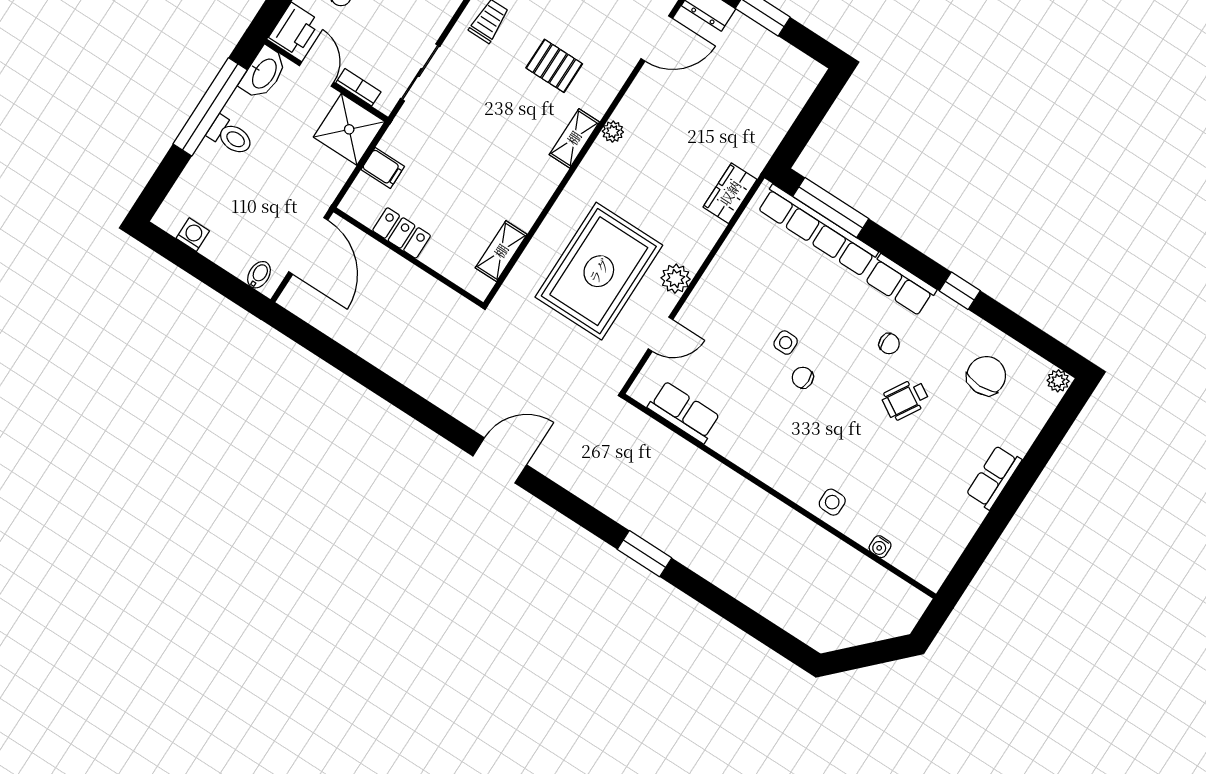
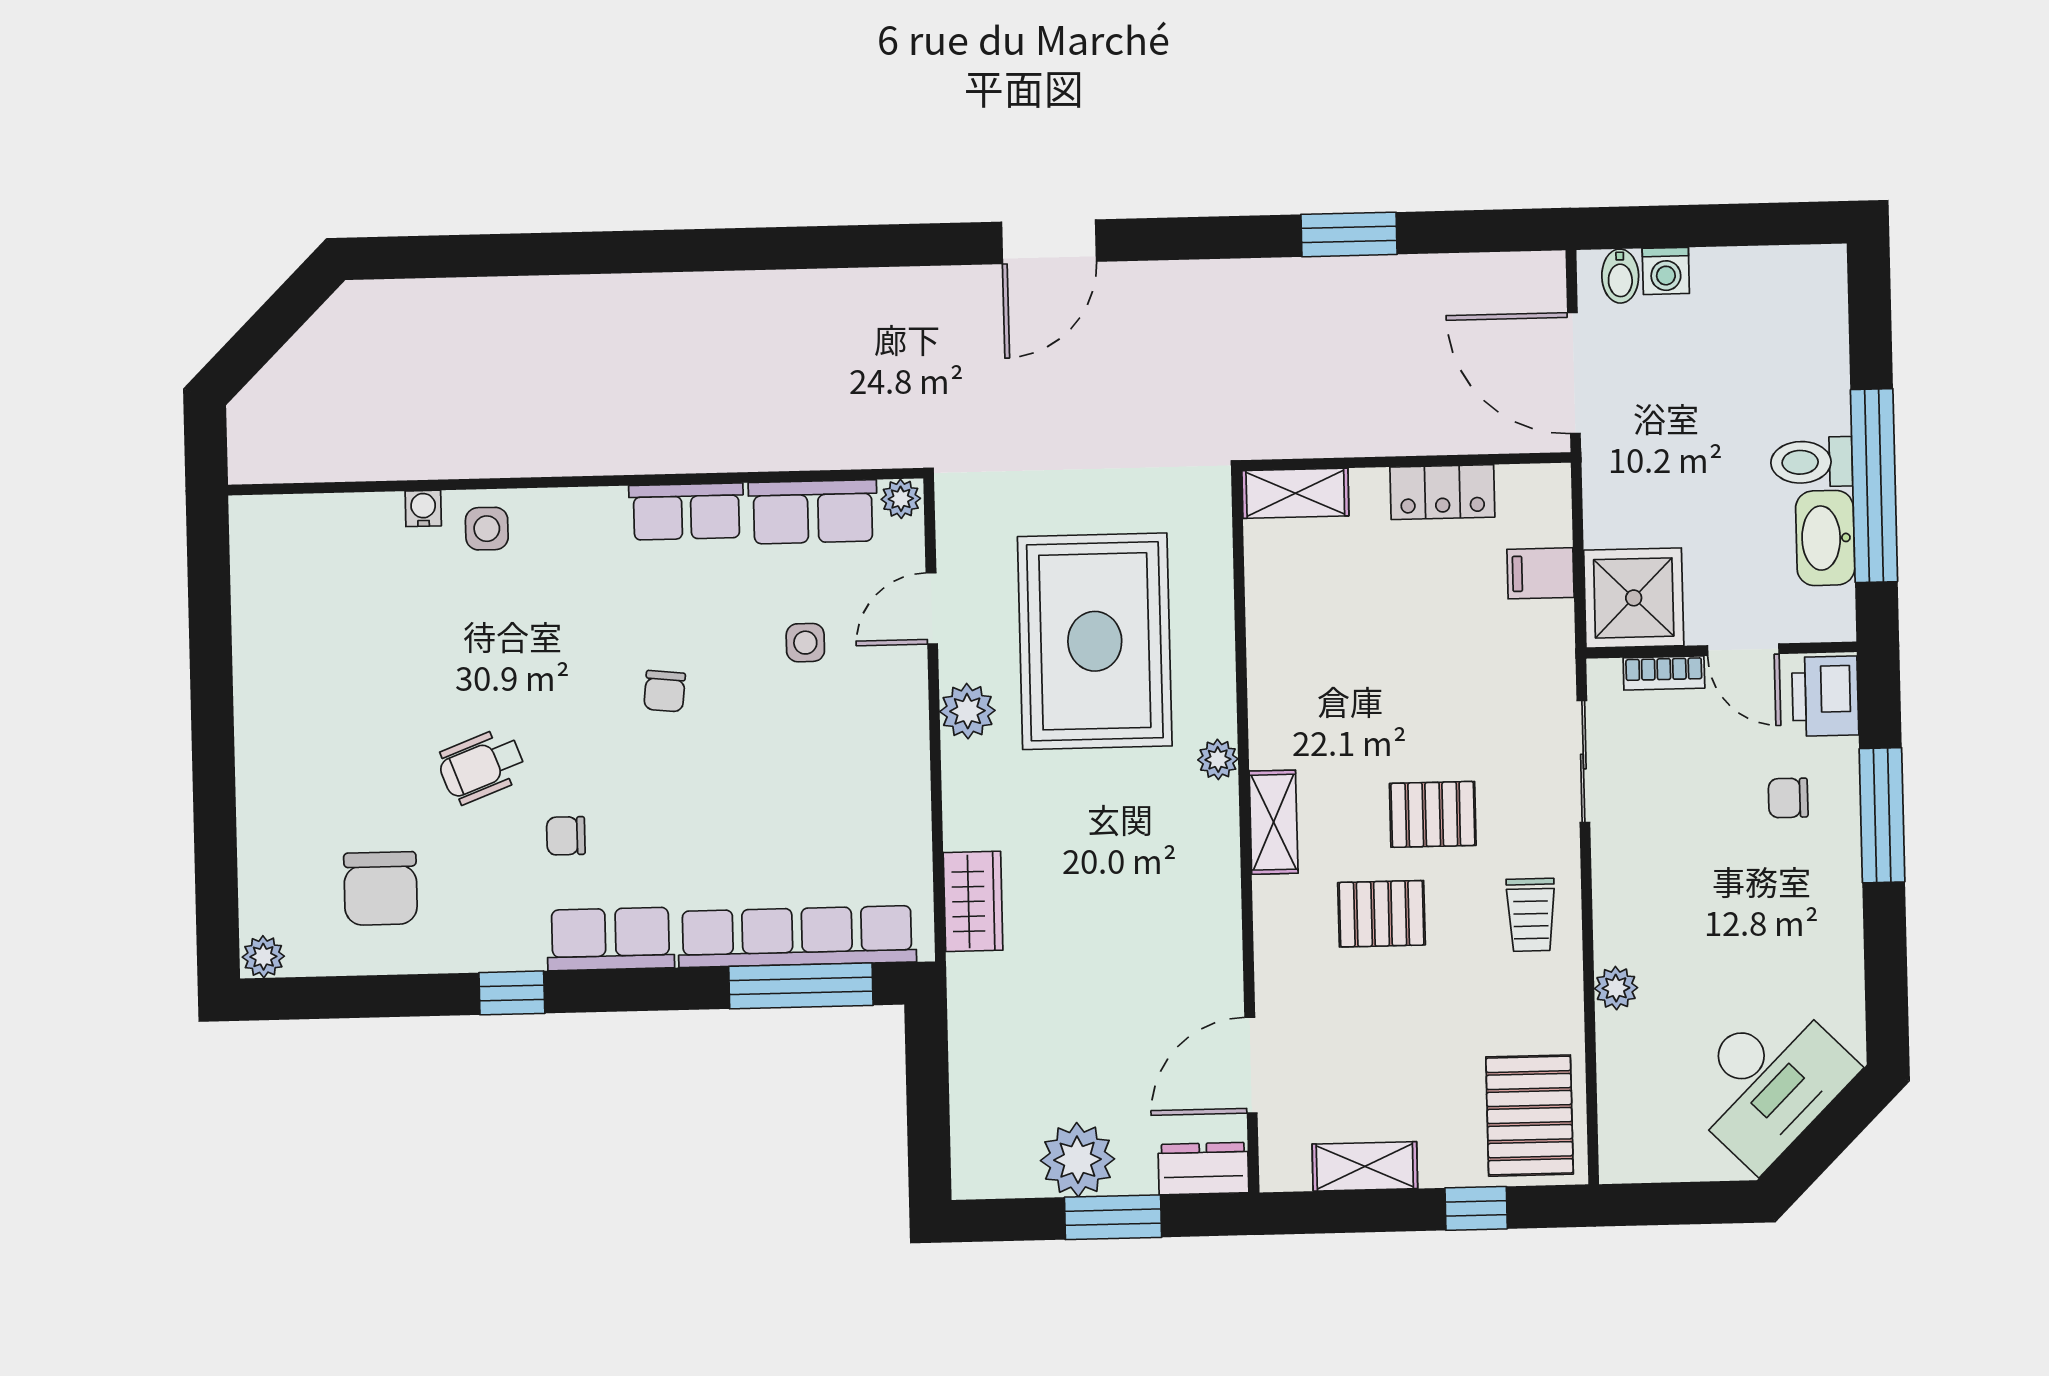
plant: (761, 49) -> (1077, 1160), added
washbasin: (264, 73) -> (1825, 538), moved
pallet: (502, 94) -> (1433, 814), added
plant: (613, 132) -> (1218, 759), moved
washing machine: (193, 235) -> (1666, 271), moved
shelving: (501, 251) -> (1295, 493), moved, turned 90
side table: (786, 343) -> (805, 643), moved
chair: (803, 378) -> (665, 691), turned 96
plant: (641, 392) -> (901, 499), added
wheelchair: (905, 399) -> (482, 766), turned -142
row of seats: (994, 477) -> (686, 512), moved, turned 90
water cooler: (880, 547) -> (423, 508), moved
window: (644, 554) -> (1349, 234), moved

